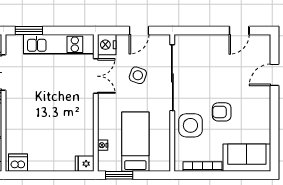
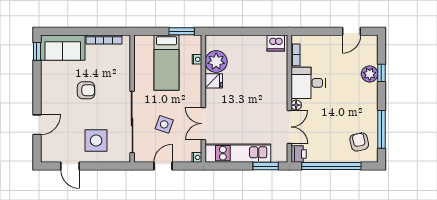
door: (239, 31) -> (70, 166), swing flipped
nightstand: (107, 45) -> (197, 157), width x0.53, depth x0.56
side table: (190, 125) -> (96, 141), moved
plant: (82, 143) -> (216, 62), added
window: (274, 154) -> (37, 51), added
fridge: (85, 164) -> (214, 81), moved

